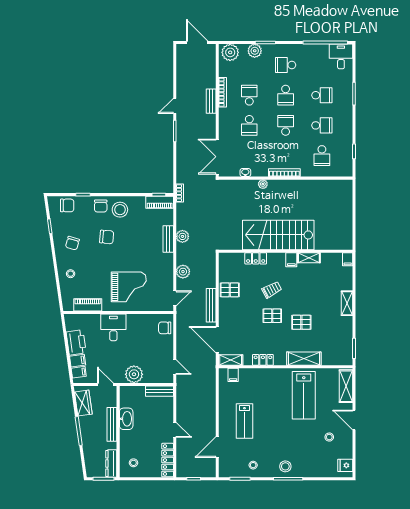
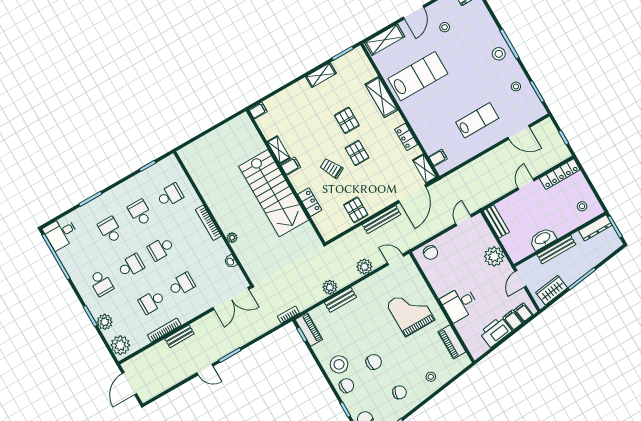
chair: (107, 237) -> (374, 362), turned 85
shelving: (347, 303) -> (321, 75), moved

